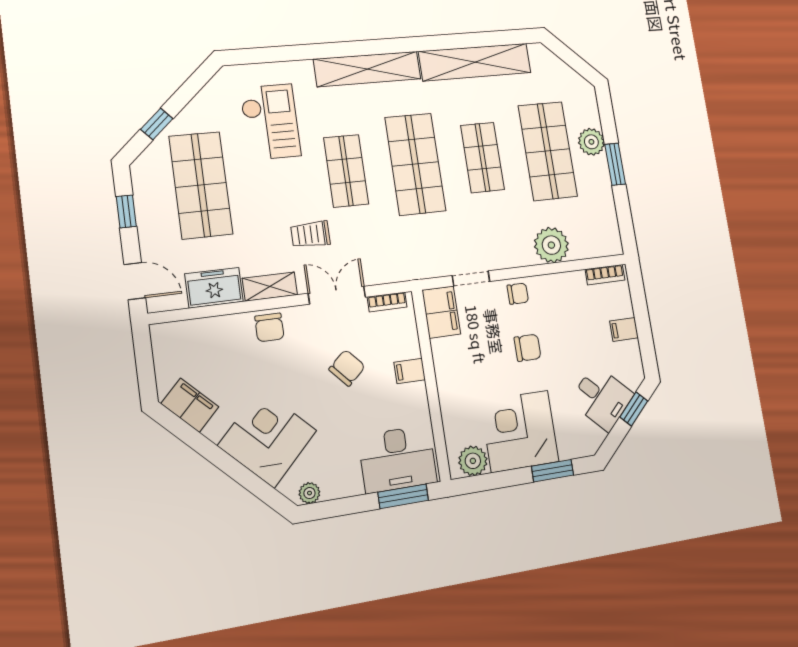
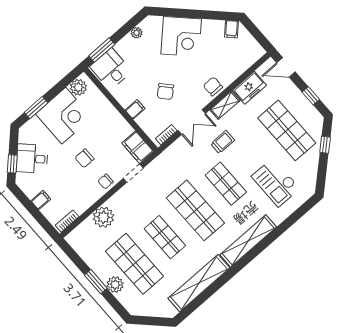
filing cabinet: (190, 405) -> (231, 29), width x0.50
desk: (398, 459) -> (111, 69), width x0.73
plant: (309, 493) -> (137, 33), moved

